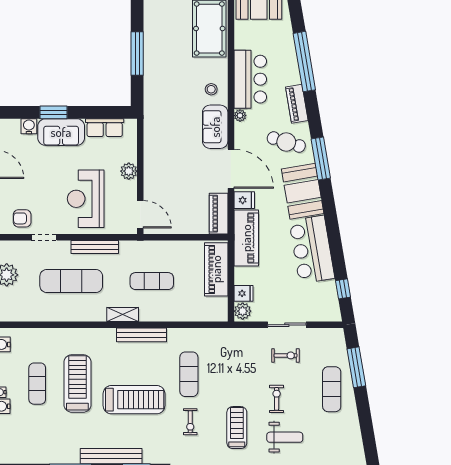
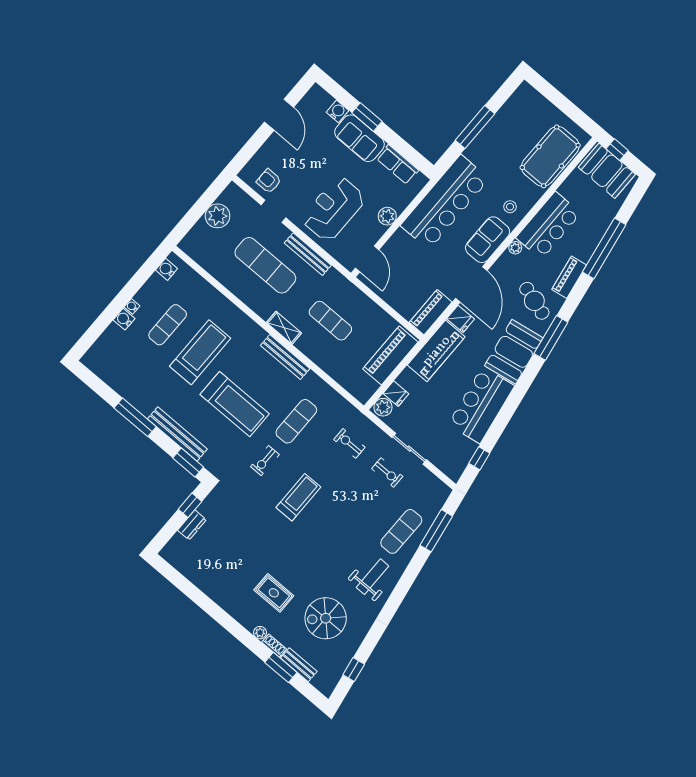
bar counter: (162, 126) -> (445, 202), added
exercise bike: (277, 399) -> (349, 443), moved, turned -90
weight bench: (285, 437) -> (372, 577), moved, turned -90

